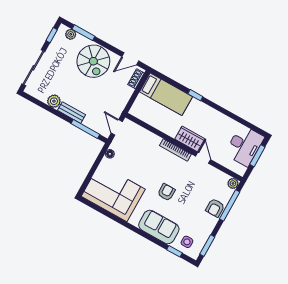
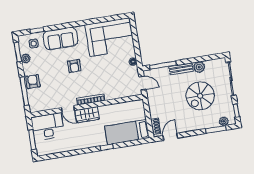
spiral stairs: (93, 61) -> (200, 96), moved, turned -90
desk: (244, 146) -> (48, 127), moved, turned 90
plant: (233, 183) -> (26, 59), moved

